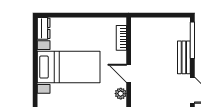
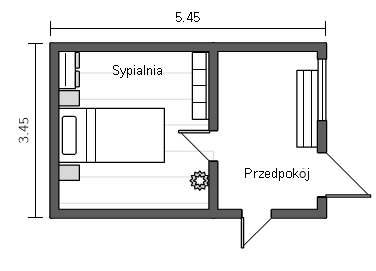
bookcase: (121, 38) -> (201, 86), width x1.56
bench: (184, 57) -> (307, 109), width x1.36

